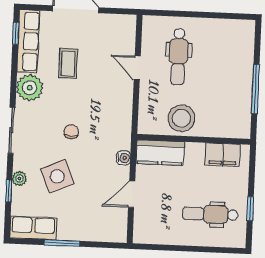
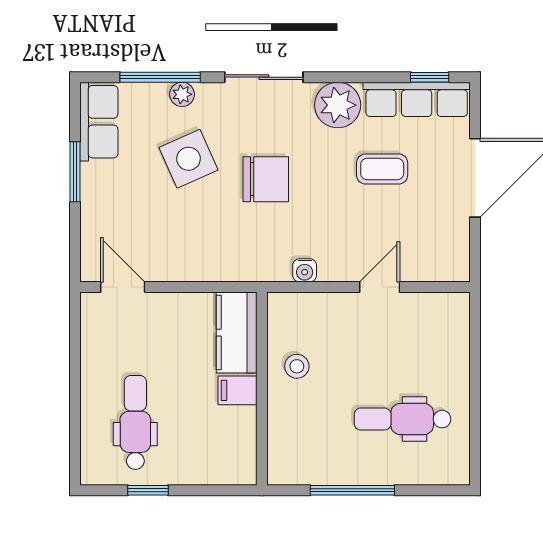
dental chair: (178, 57) -> (402, 419), moved
stool: (181, 118) -> (297, 366), width x0.53, depth x0.53
chair: (71, 132) -> (266, 179), width x1.87, depth x1.87
filing cabinet: (223, 155) -> (238, 390), moved, width x0.50
water cooler: (123, 158) -> (305, 270), moved
window: (9, 191) -> (160, 77), width x2.17
door: (132, 194) -> (123, 287), moved

